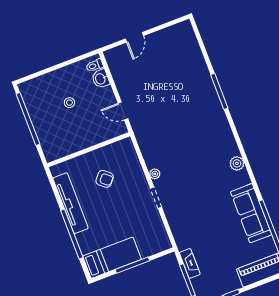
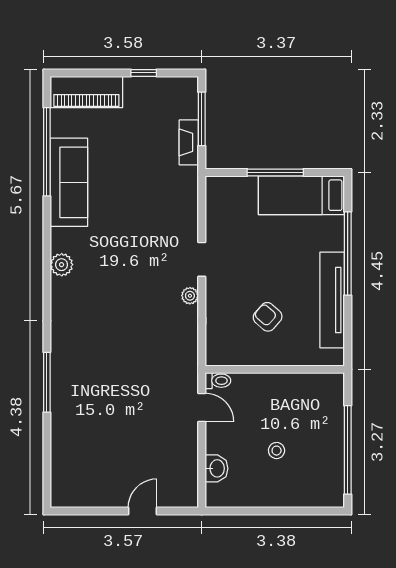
toilet: (95, 65) -> (218, 381), moved

